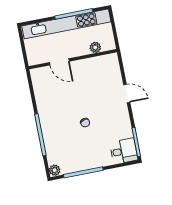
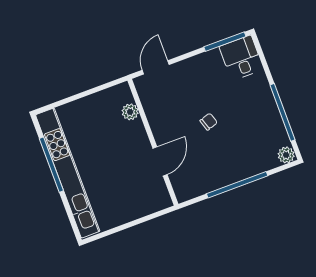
plant: (95, 47) -> (130, 112), moved
wall: (73, 59) -> (153, 142), moved
door: (59, 62) -> (160, 161), moved

